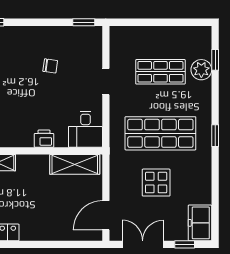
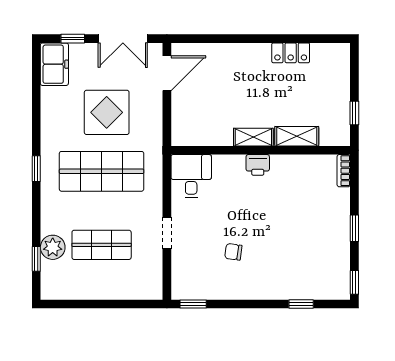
printer: (44, 139) -> (258, 165), moved
shelving: (75, 164) -> (253, 137), moved, width x0.67, depth x0.75
display table: (156, 183) -> (107, 112), width x1.36, depth x1.36

